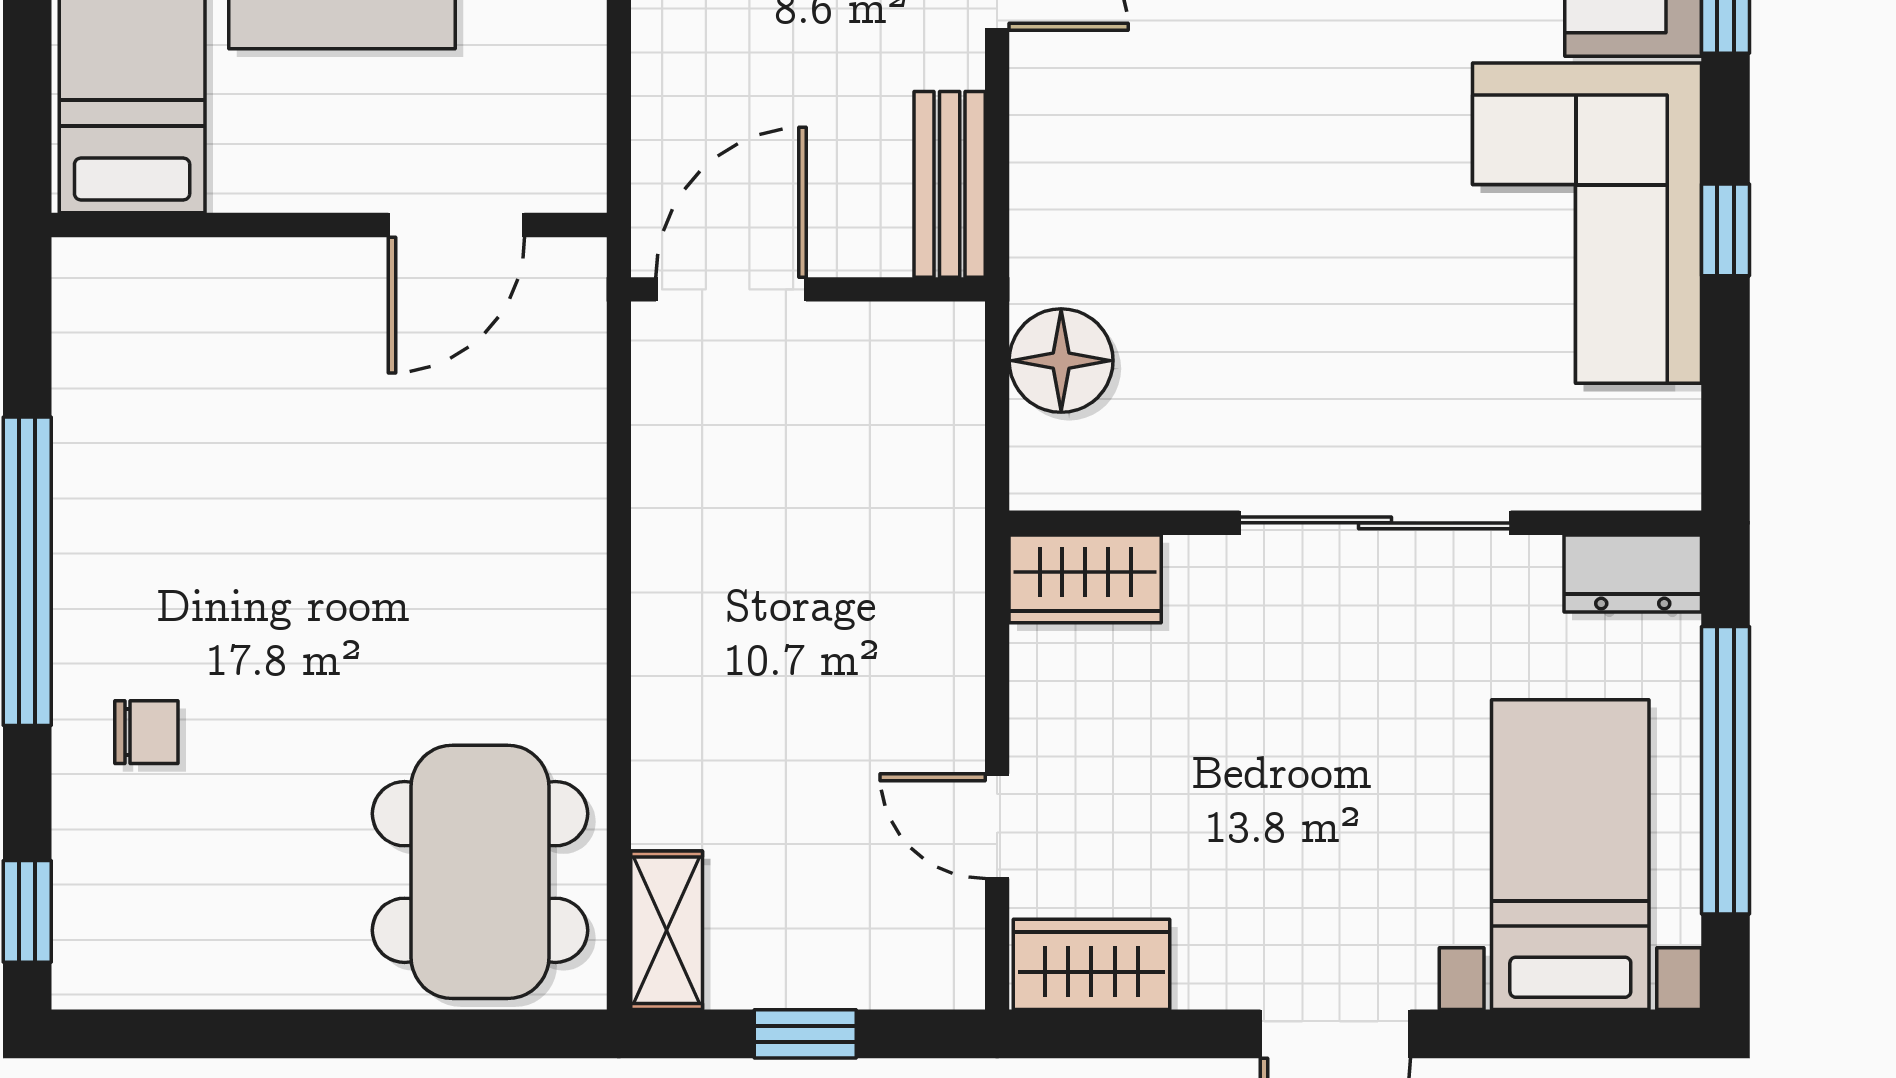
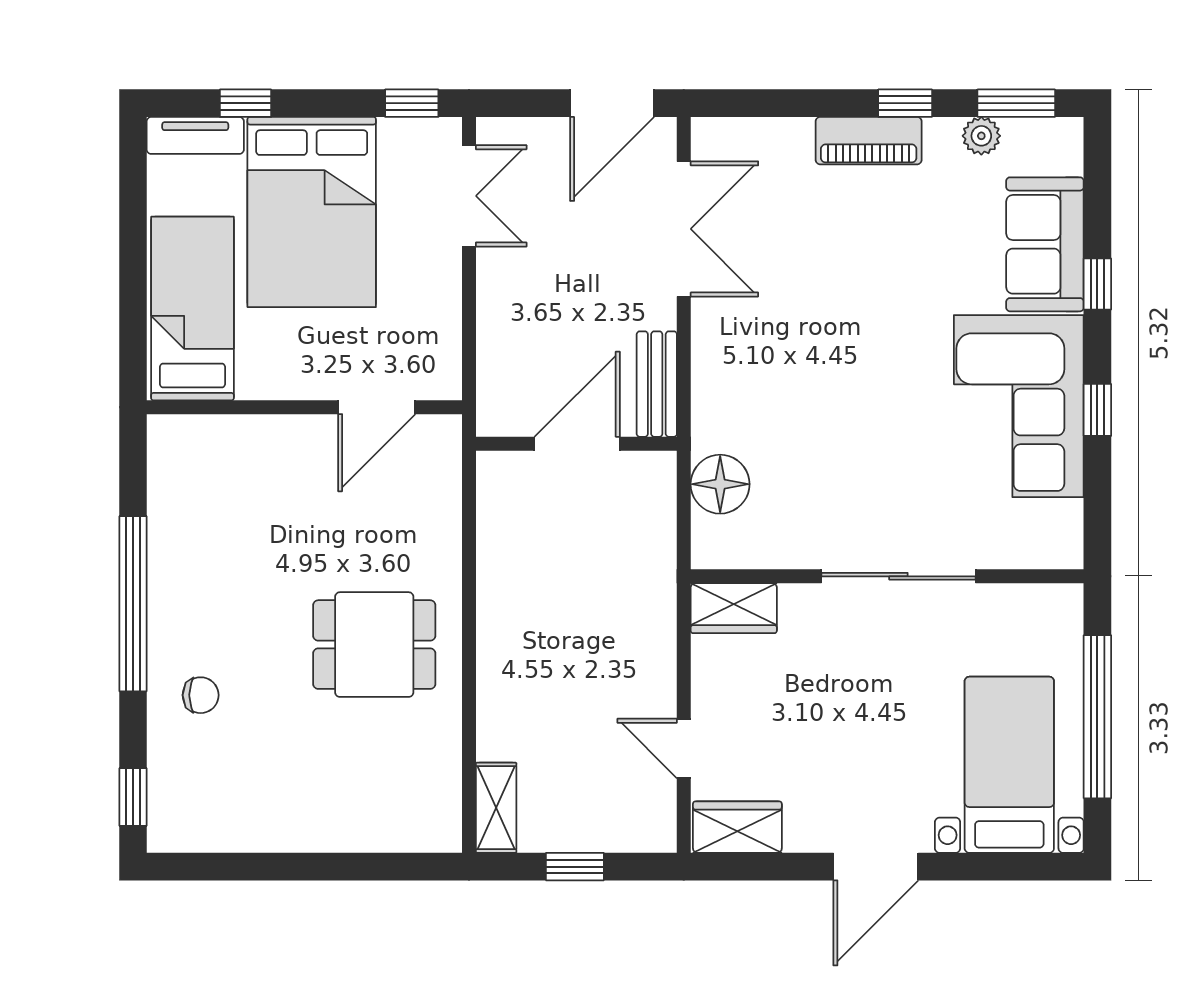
door: (731, 289) -> (577, 444), moved
dresser: (1633, 573) -> (1045, 605), removed
dining table: (480, 872) -> (374, 645), moved, width x0.73

